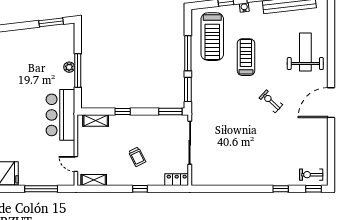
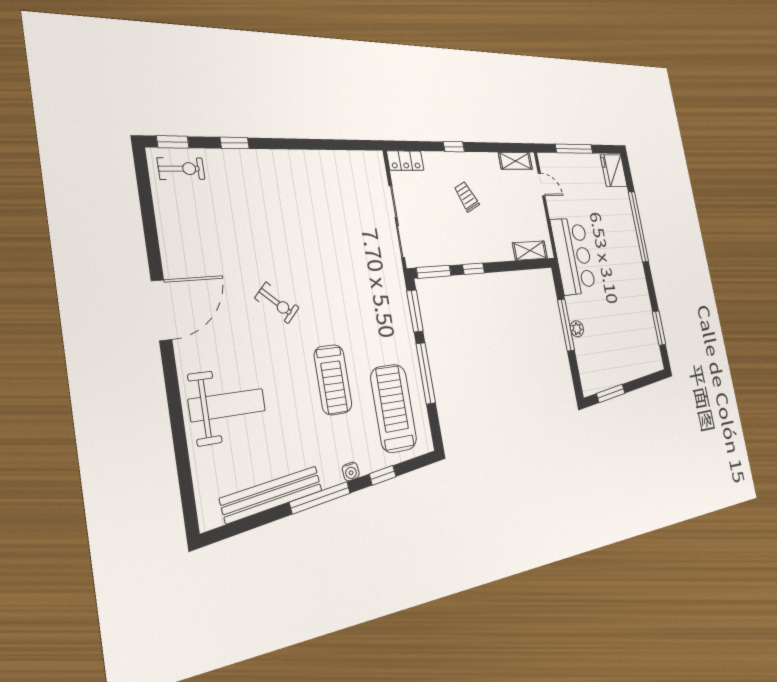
weight bench: (305, 52) -> (227, 405), turned -90
window: (123, 112) -> (474, 269), moved

